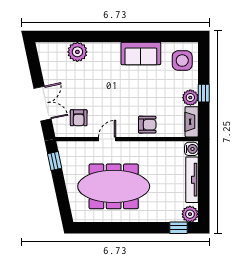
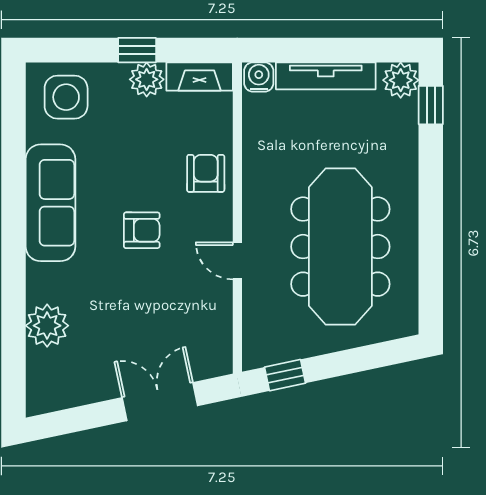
sofa: (141, 53) -> (50, 203), width x1.36
armchair: (79, 118) -> (142, 230), moved

